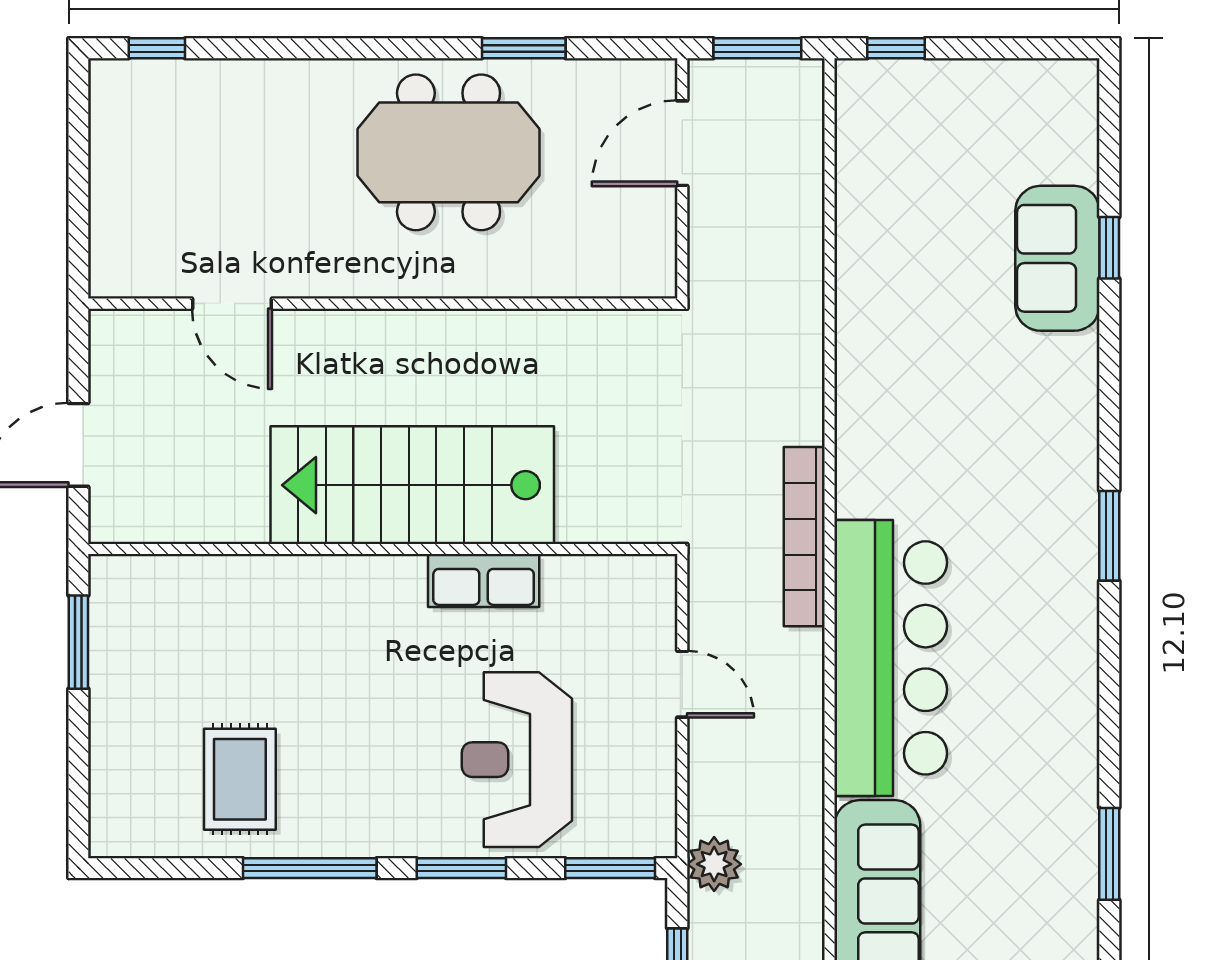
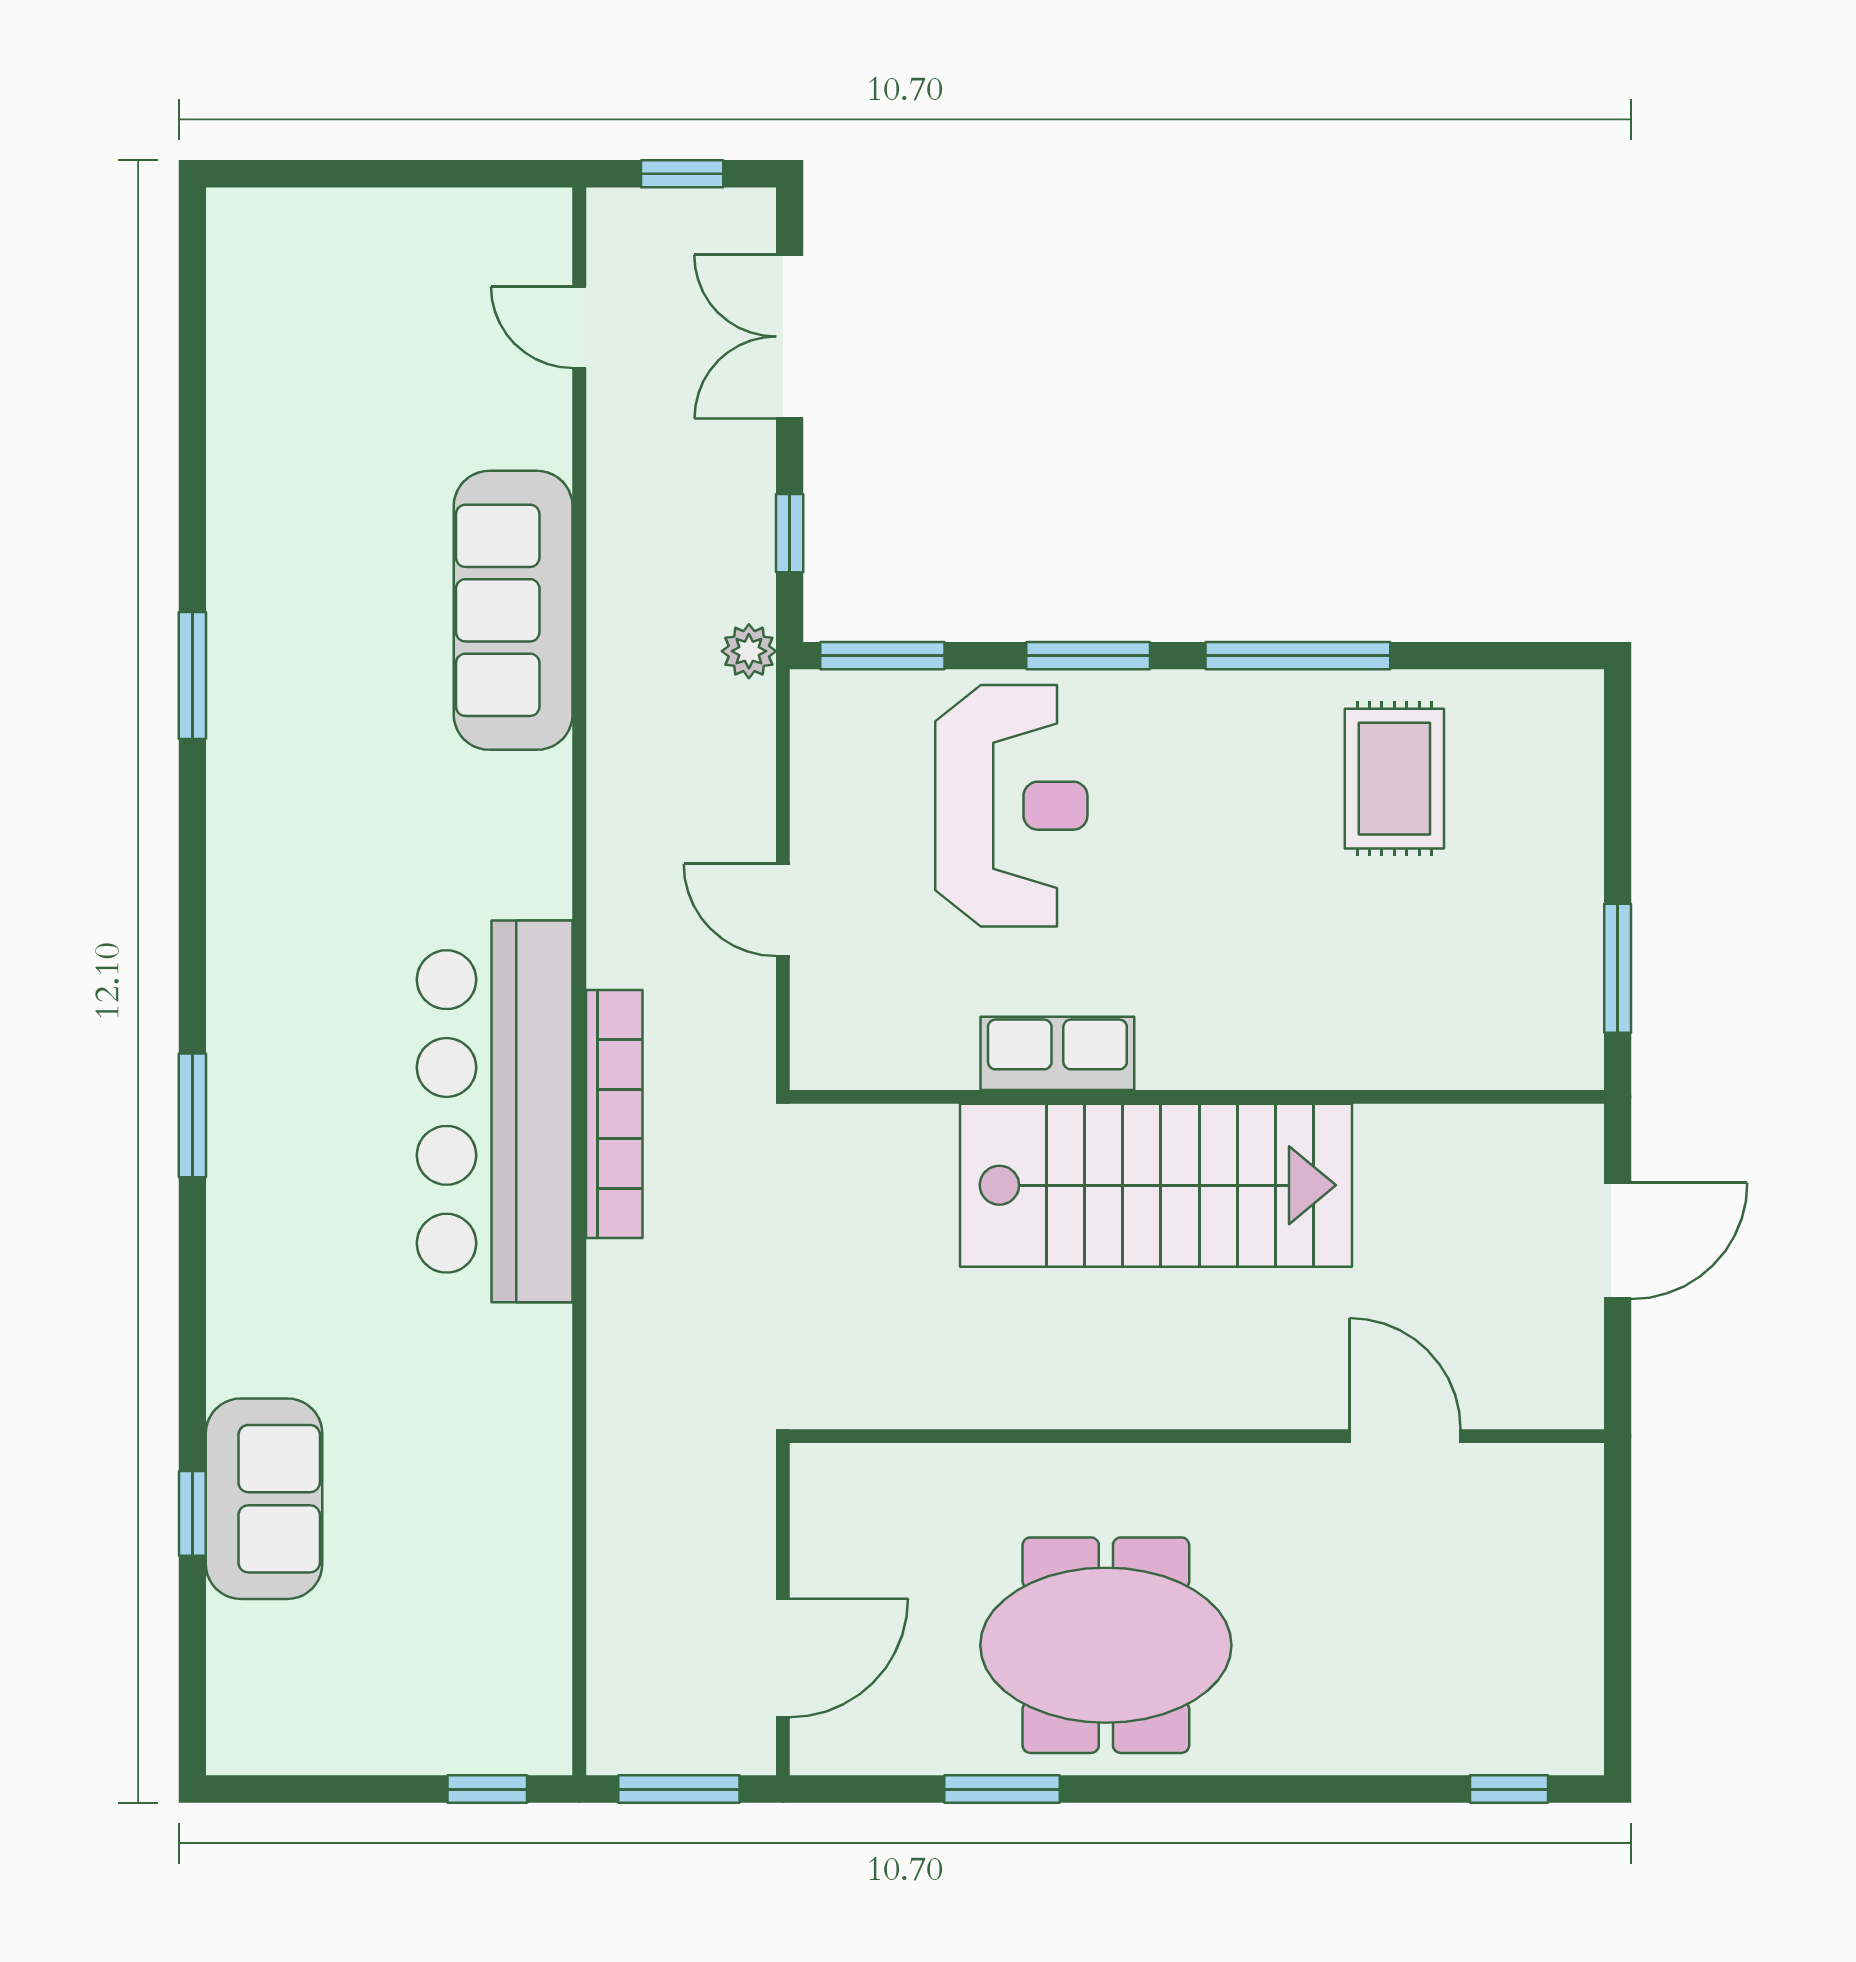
bar counter: (891, 658) -> (495, 1111), moved
plant: (714, 864) -> (749, 651), width x0.73, depth x0.73

